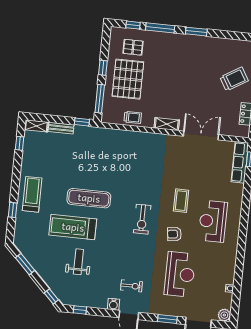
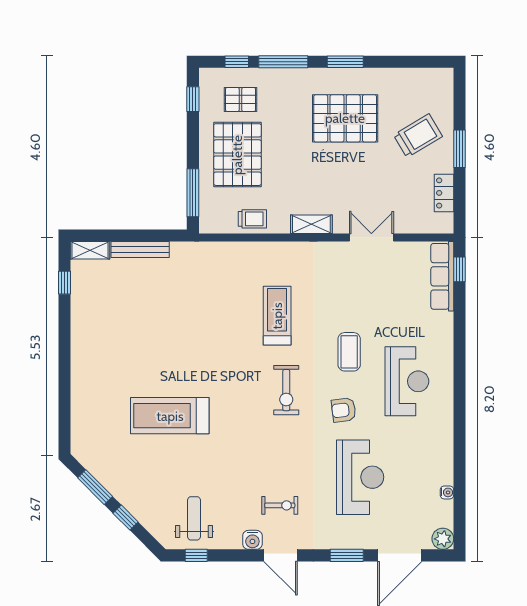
pallet: (193, 65) -> (345, 118), added
window: (103, 68) -> (193, 99), moved
window: (82, 122) -> (167, 235), removed
bench: (61, 128) -> (140, 250), width x1.36
double door: (201, 135) -> (371, 237), width x0.73
treadmill: (32, 194) -> (277, 316), moved
exercise mat: (89, 198) -> (192, 364), removed
window: (13, 210) -> (65, 397), removed
reception desk: (213, 221) -> (407, 381), turned 180
weight bench: (78, 262) -> (194, 518), moved
window: (51, 296) -> (126, 518), moved

